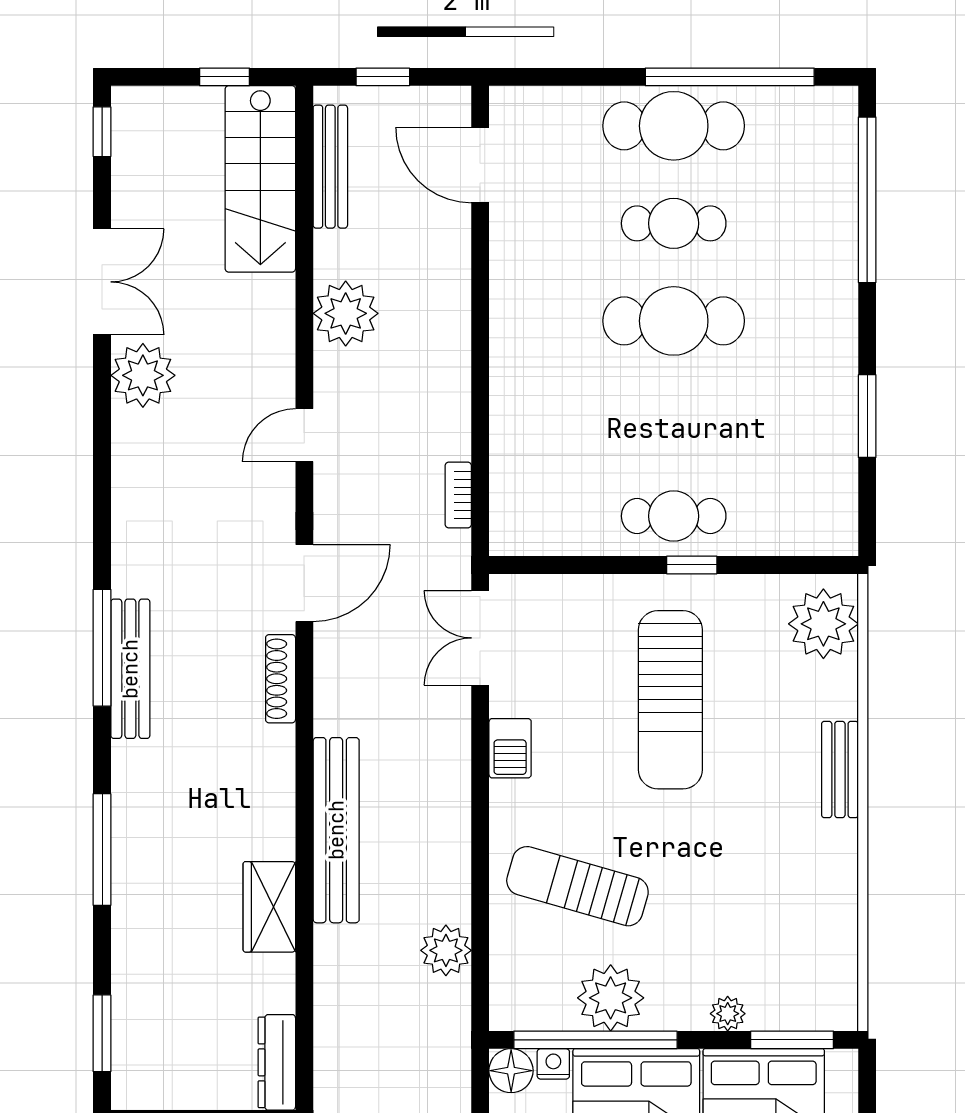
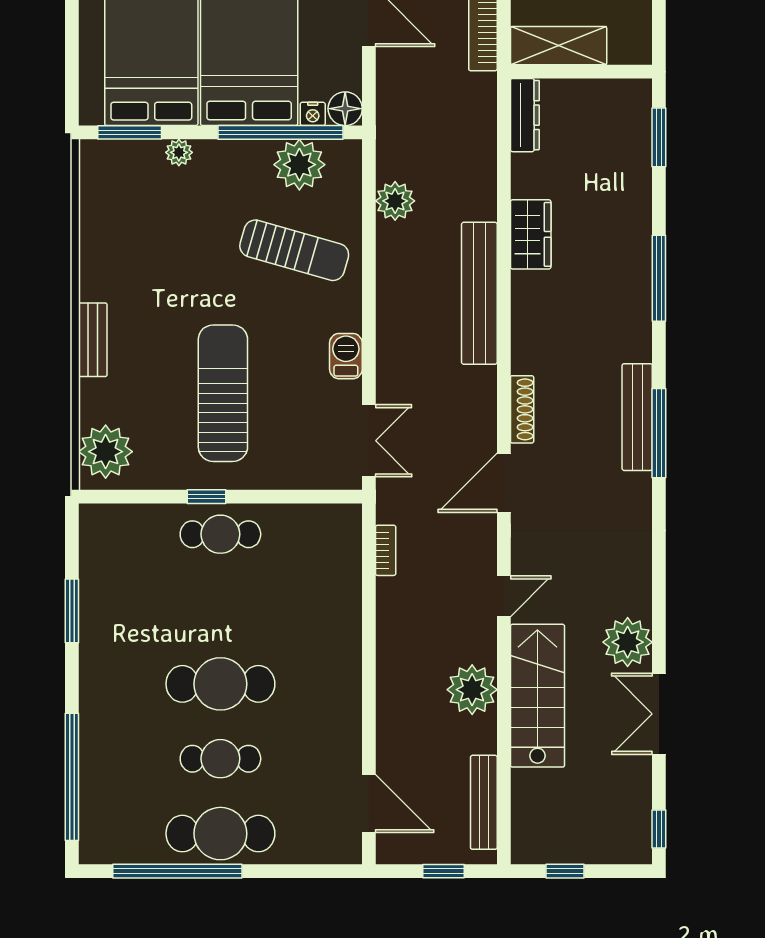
stairs: (260, 179) -> (537, 696), moved
plant: (611, 998) -> (299, 165), moved

